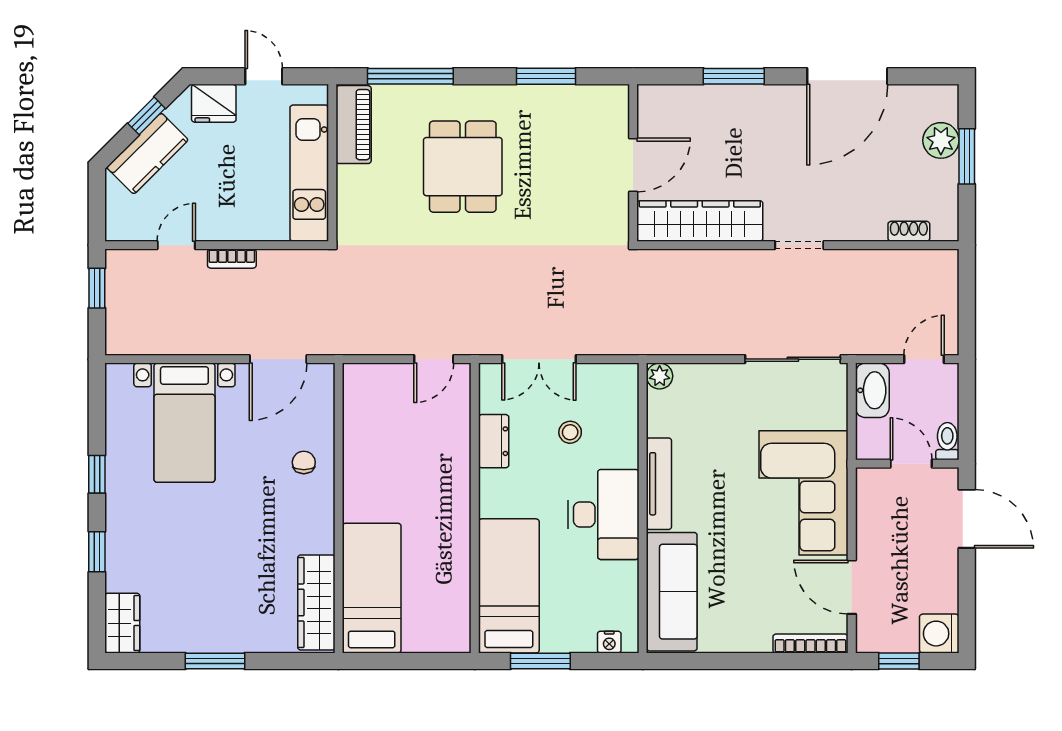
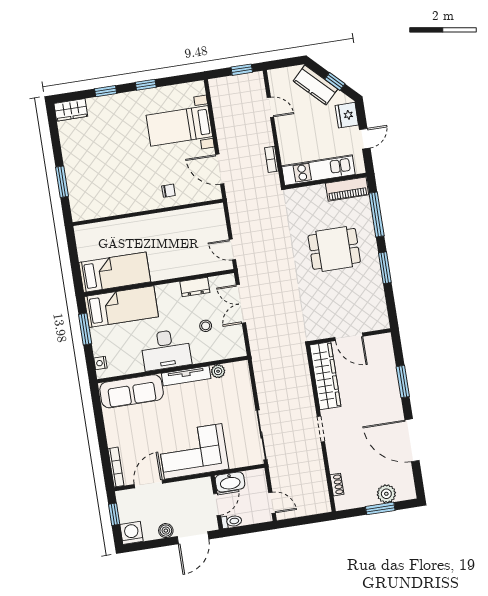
window: (546, 76) -> (385, 268), moved
bookcase: (232, 259) -> (271, 159), moved
plant: (660, 376) -> (218, 371), moved
washbasin: (872, 390) -> (230, 482), moved
boiler: (945, 568) -> (166, 531), added
bed: (372, 588) -> (115, 272), moved
wardrobe: (316, 602) -> (97, 209), removed
window: (215, 661) -> (62, 182), moved

